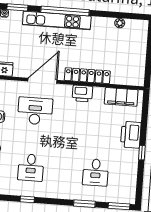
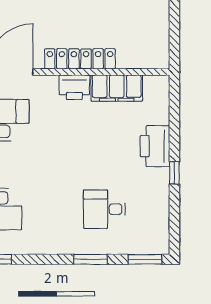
filing cabinet: (121, 97) -> (117, 88), moved
desk: (96, 172) -> (104, 209), turned 90

